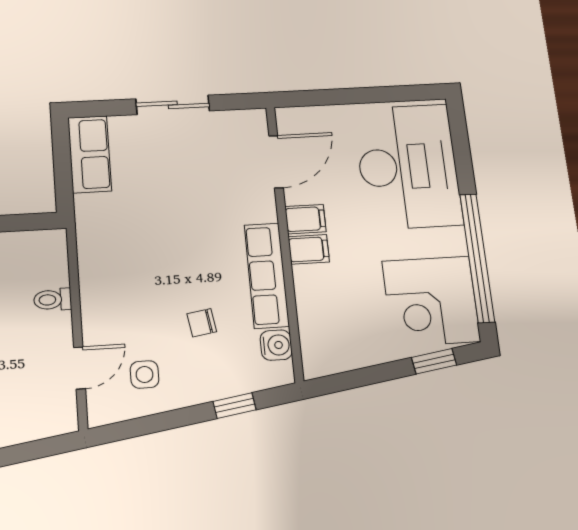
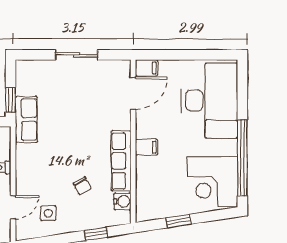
row of seats: (90, 154) -> (26, 119), moved
window: (64, 184) -> (11, 100), added
filing cabinet: (305, 219) -> (146, 68), moved
chair: (202, 323) -> (82, 186), turned -109
window: (434, 361) -> (178, 221), moved

